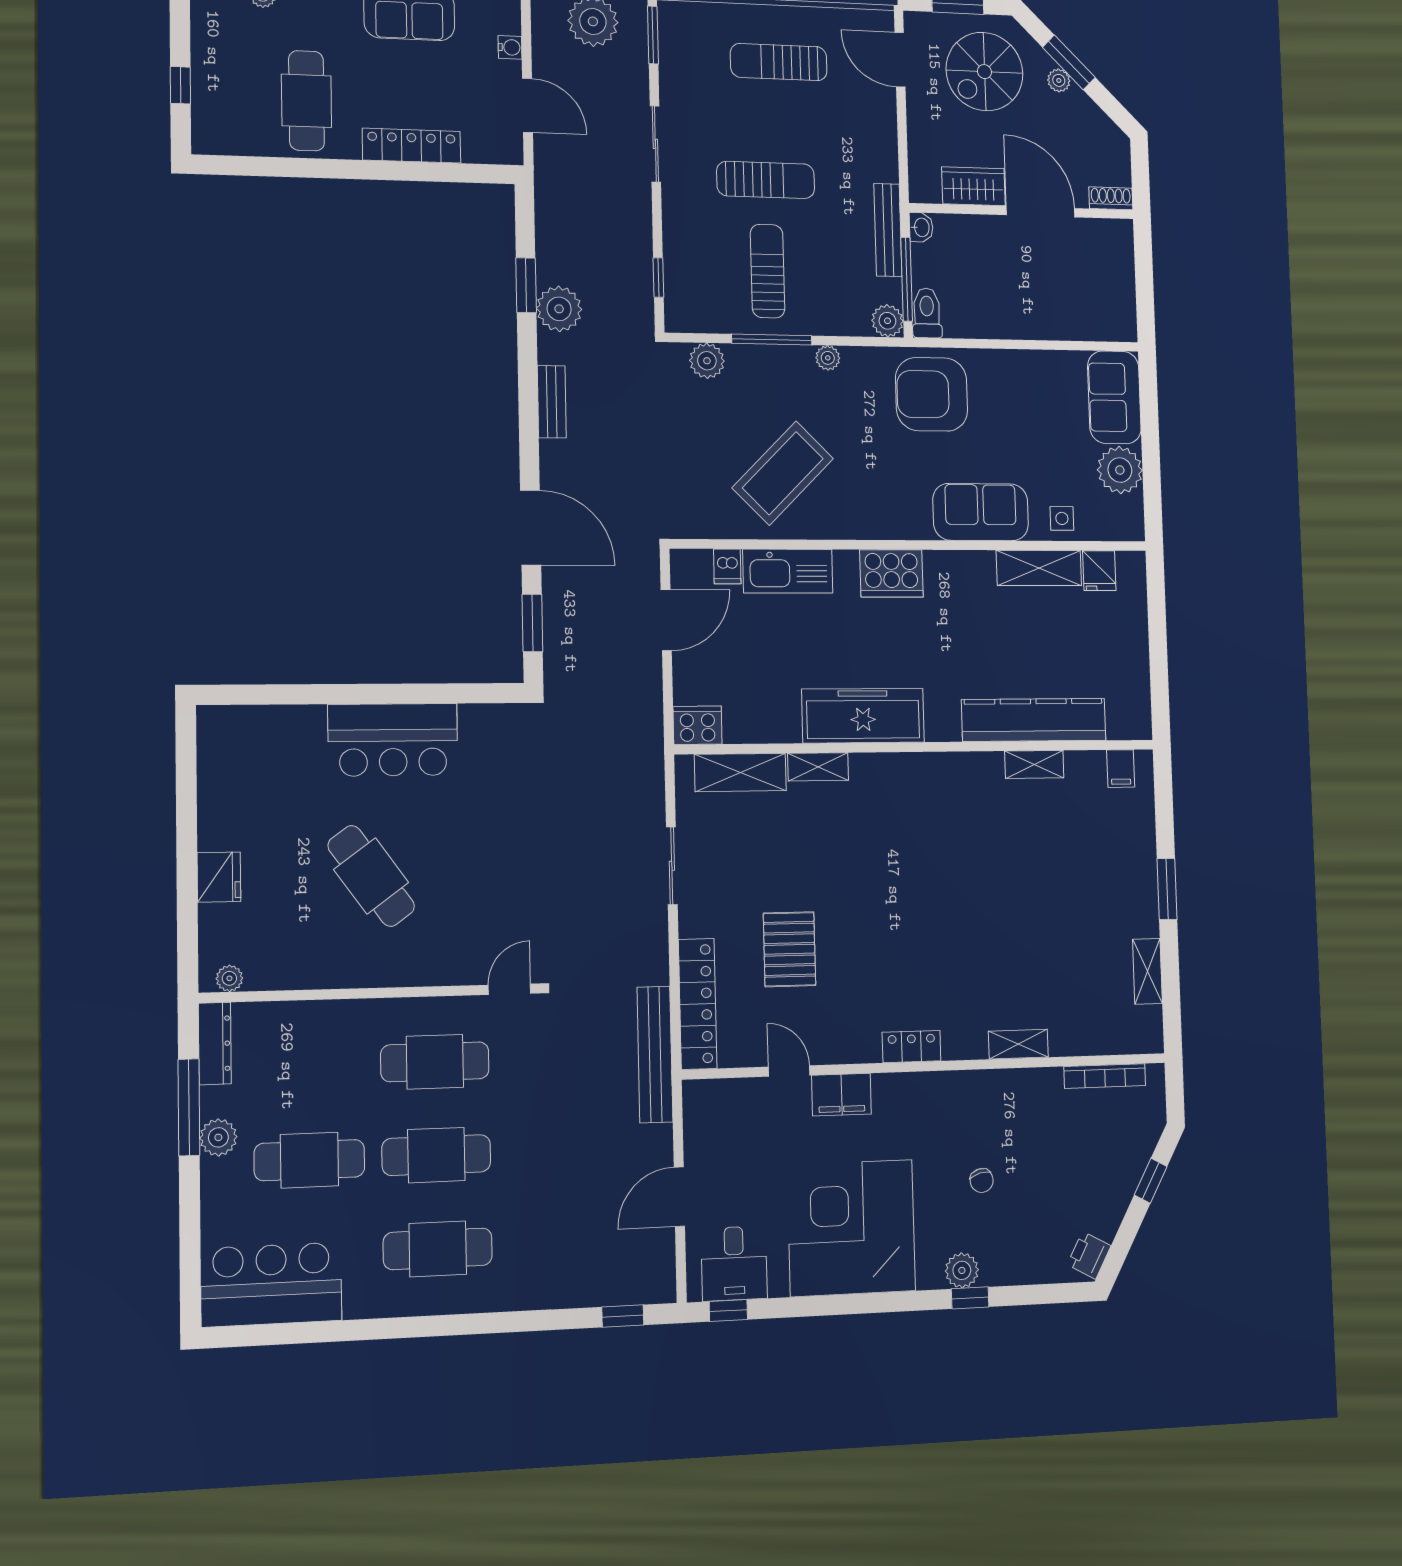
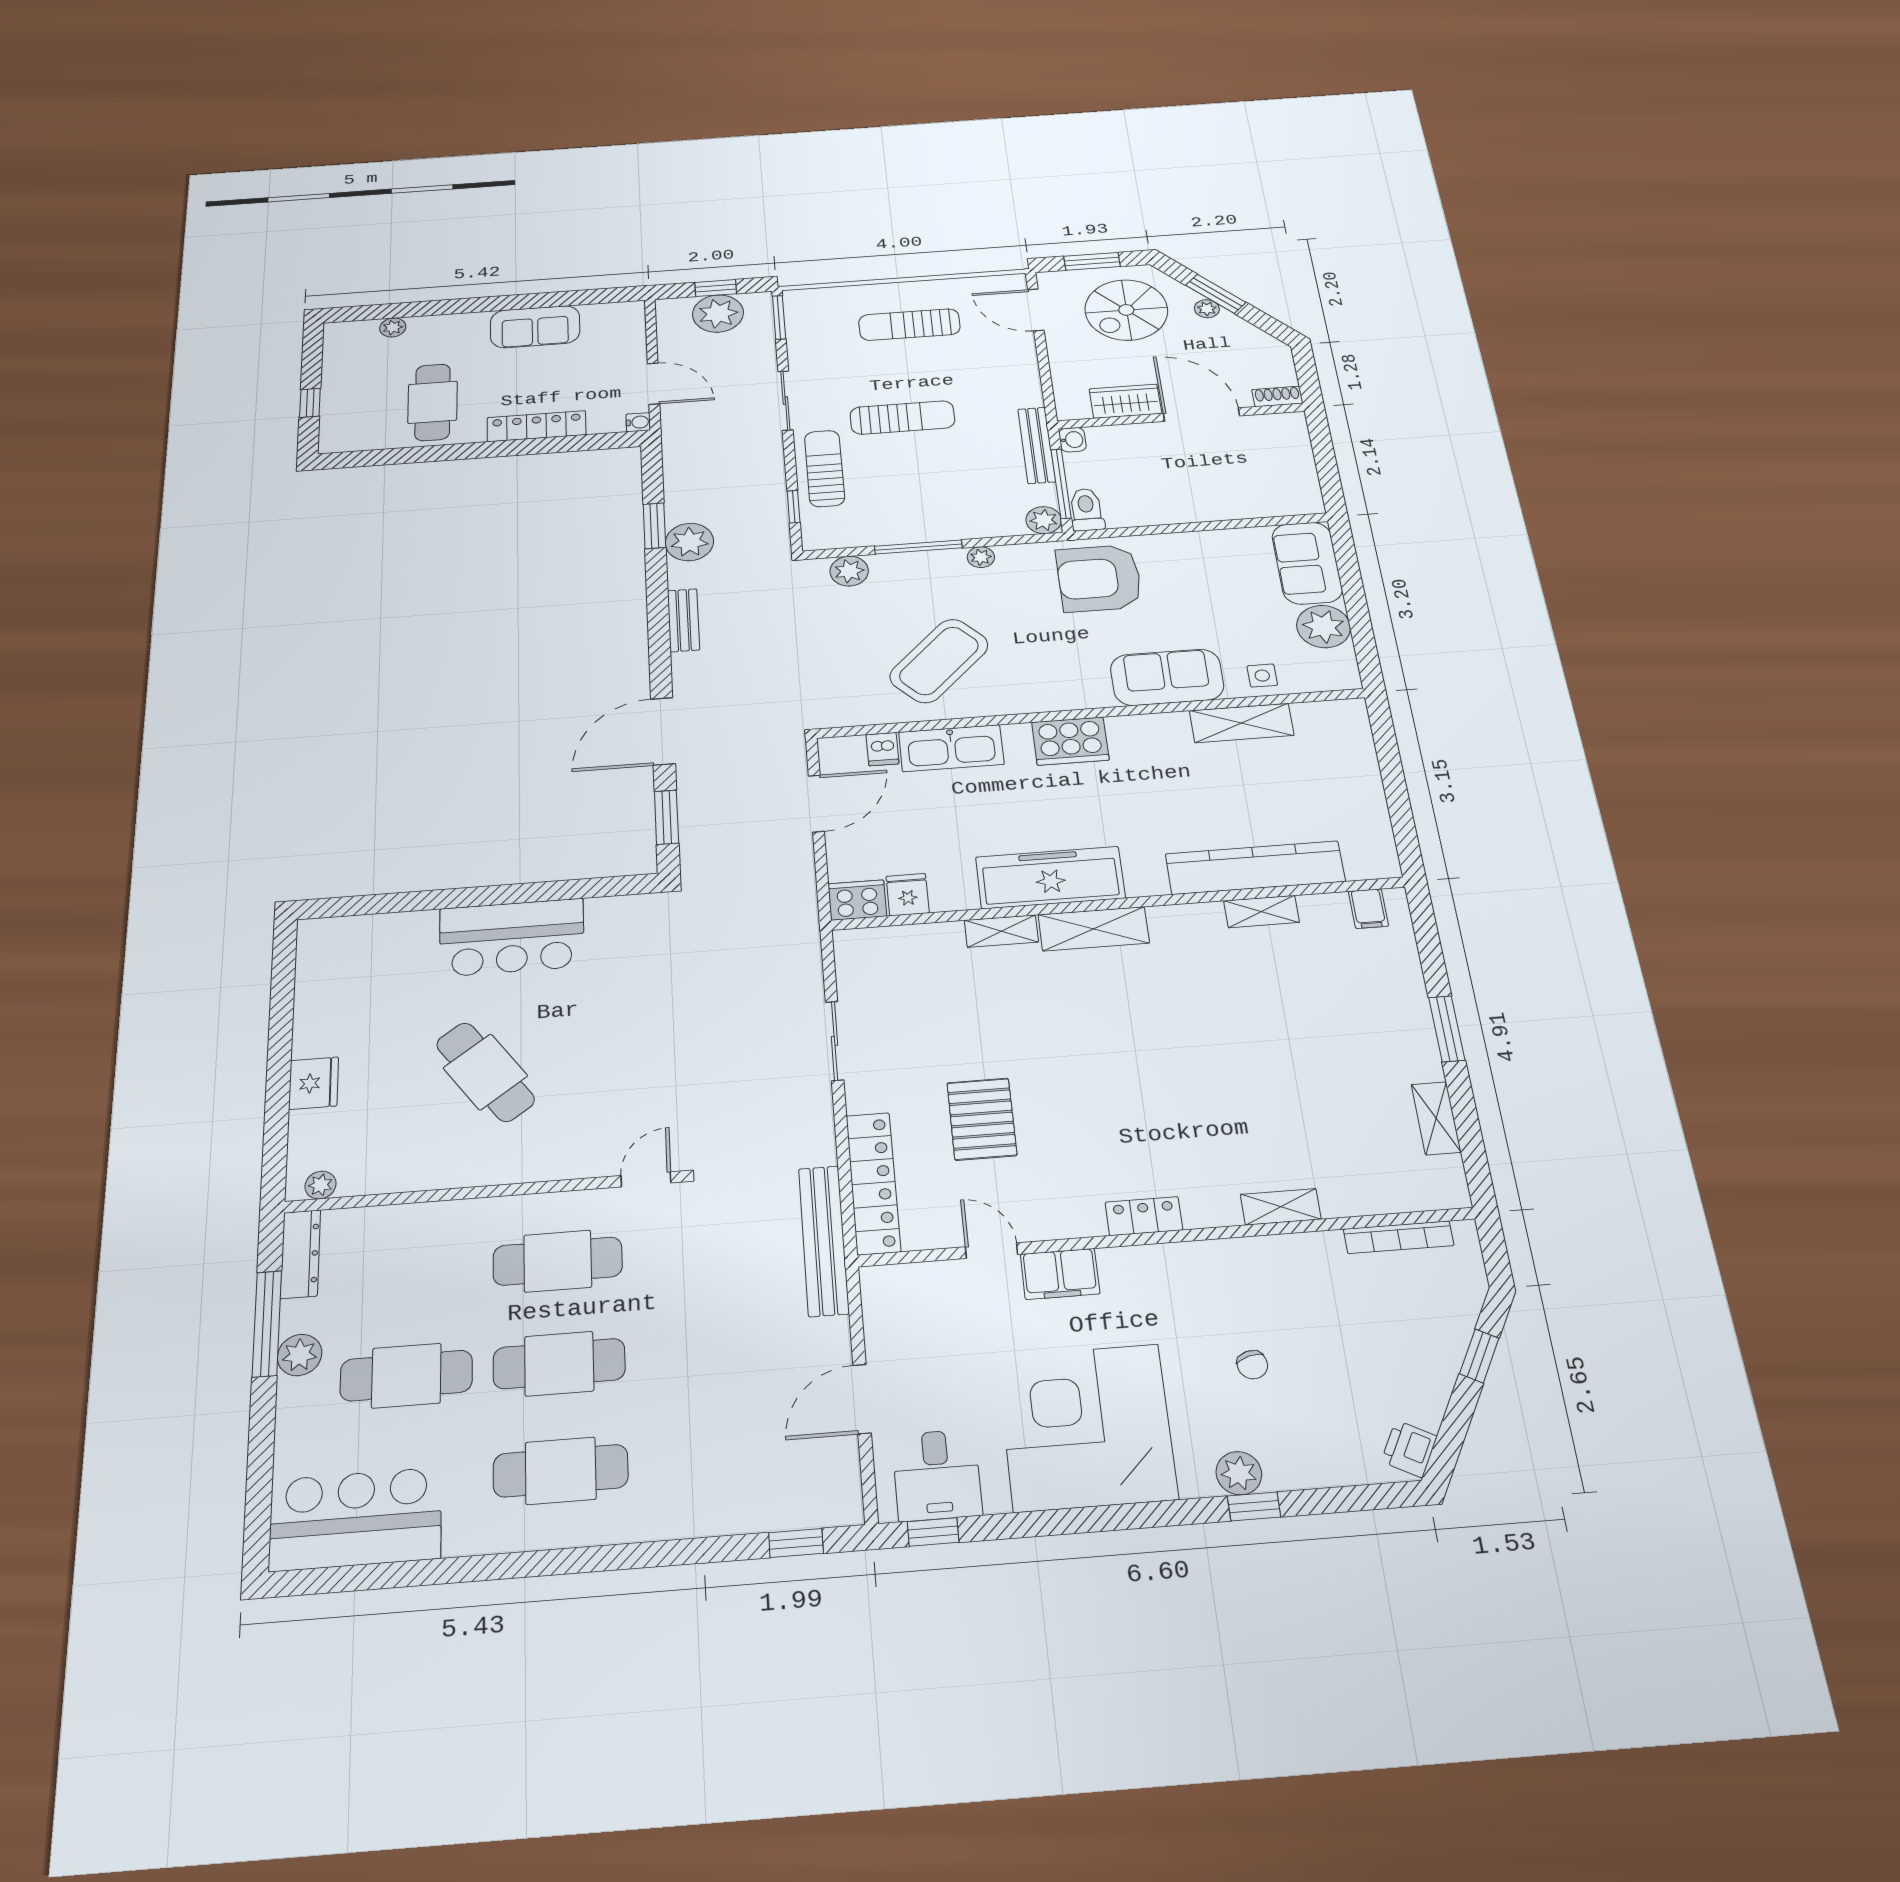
water cooler: (510, 47) -> (638, 422), moved
sun lounger: (768, 271) -> (825, 468), moved
door: (531, 528) -> (663, 731), swing flipped
fridge: (1099, 571) -> (908, 895), moved, turned 180
shelving: (740, 772) -> (1094, 929), moved

